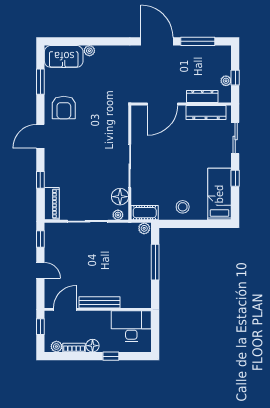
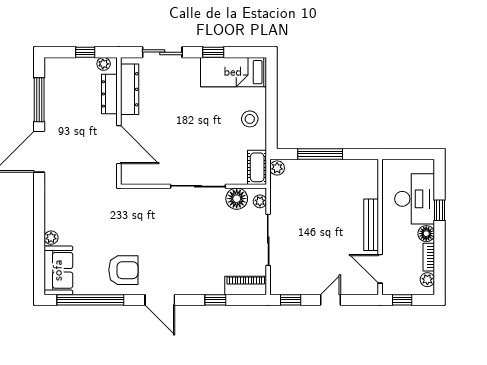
plant: (226, 81) -> (104, 64), moved
window: (40, 82) -> (90, 300), width x2.11
desk: (131, 326) -> (415, 199), moved, turned 180

